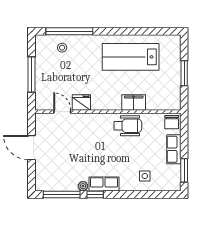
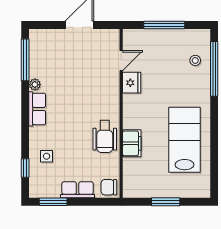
window: (95, 195) -> (25, 168), moved

